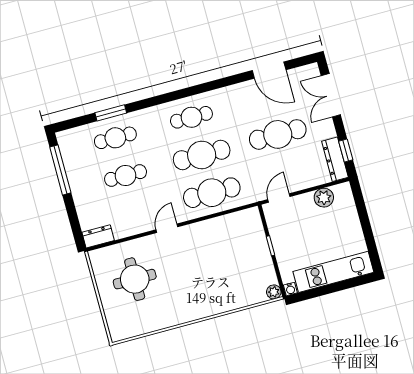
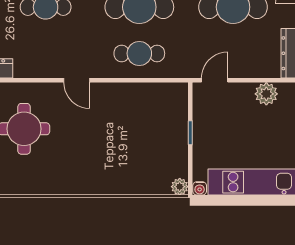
cafe table: (212, 193) -> (139, 53), width x0.73, depth x0.74
door: (167, 228) -> (77, 80), swing flipped

